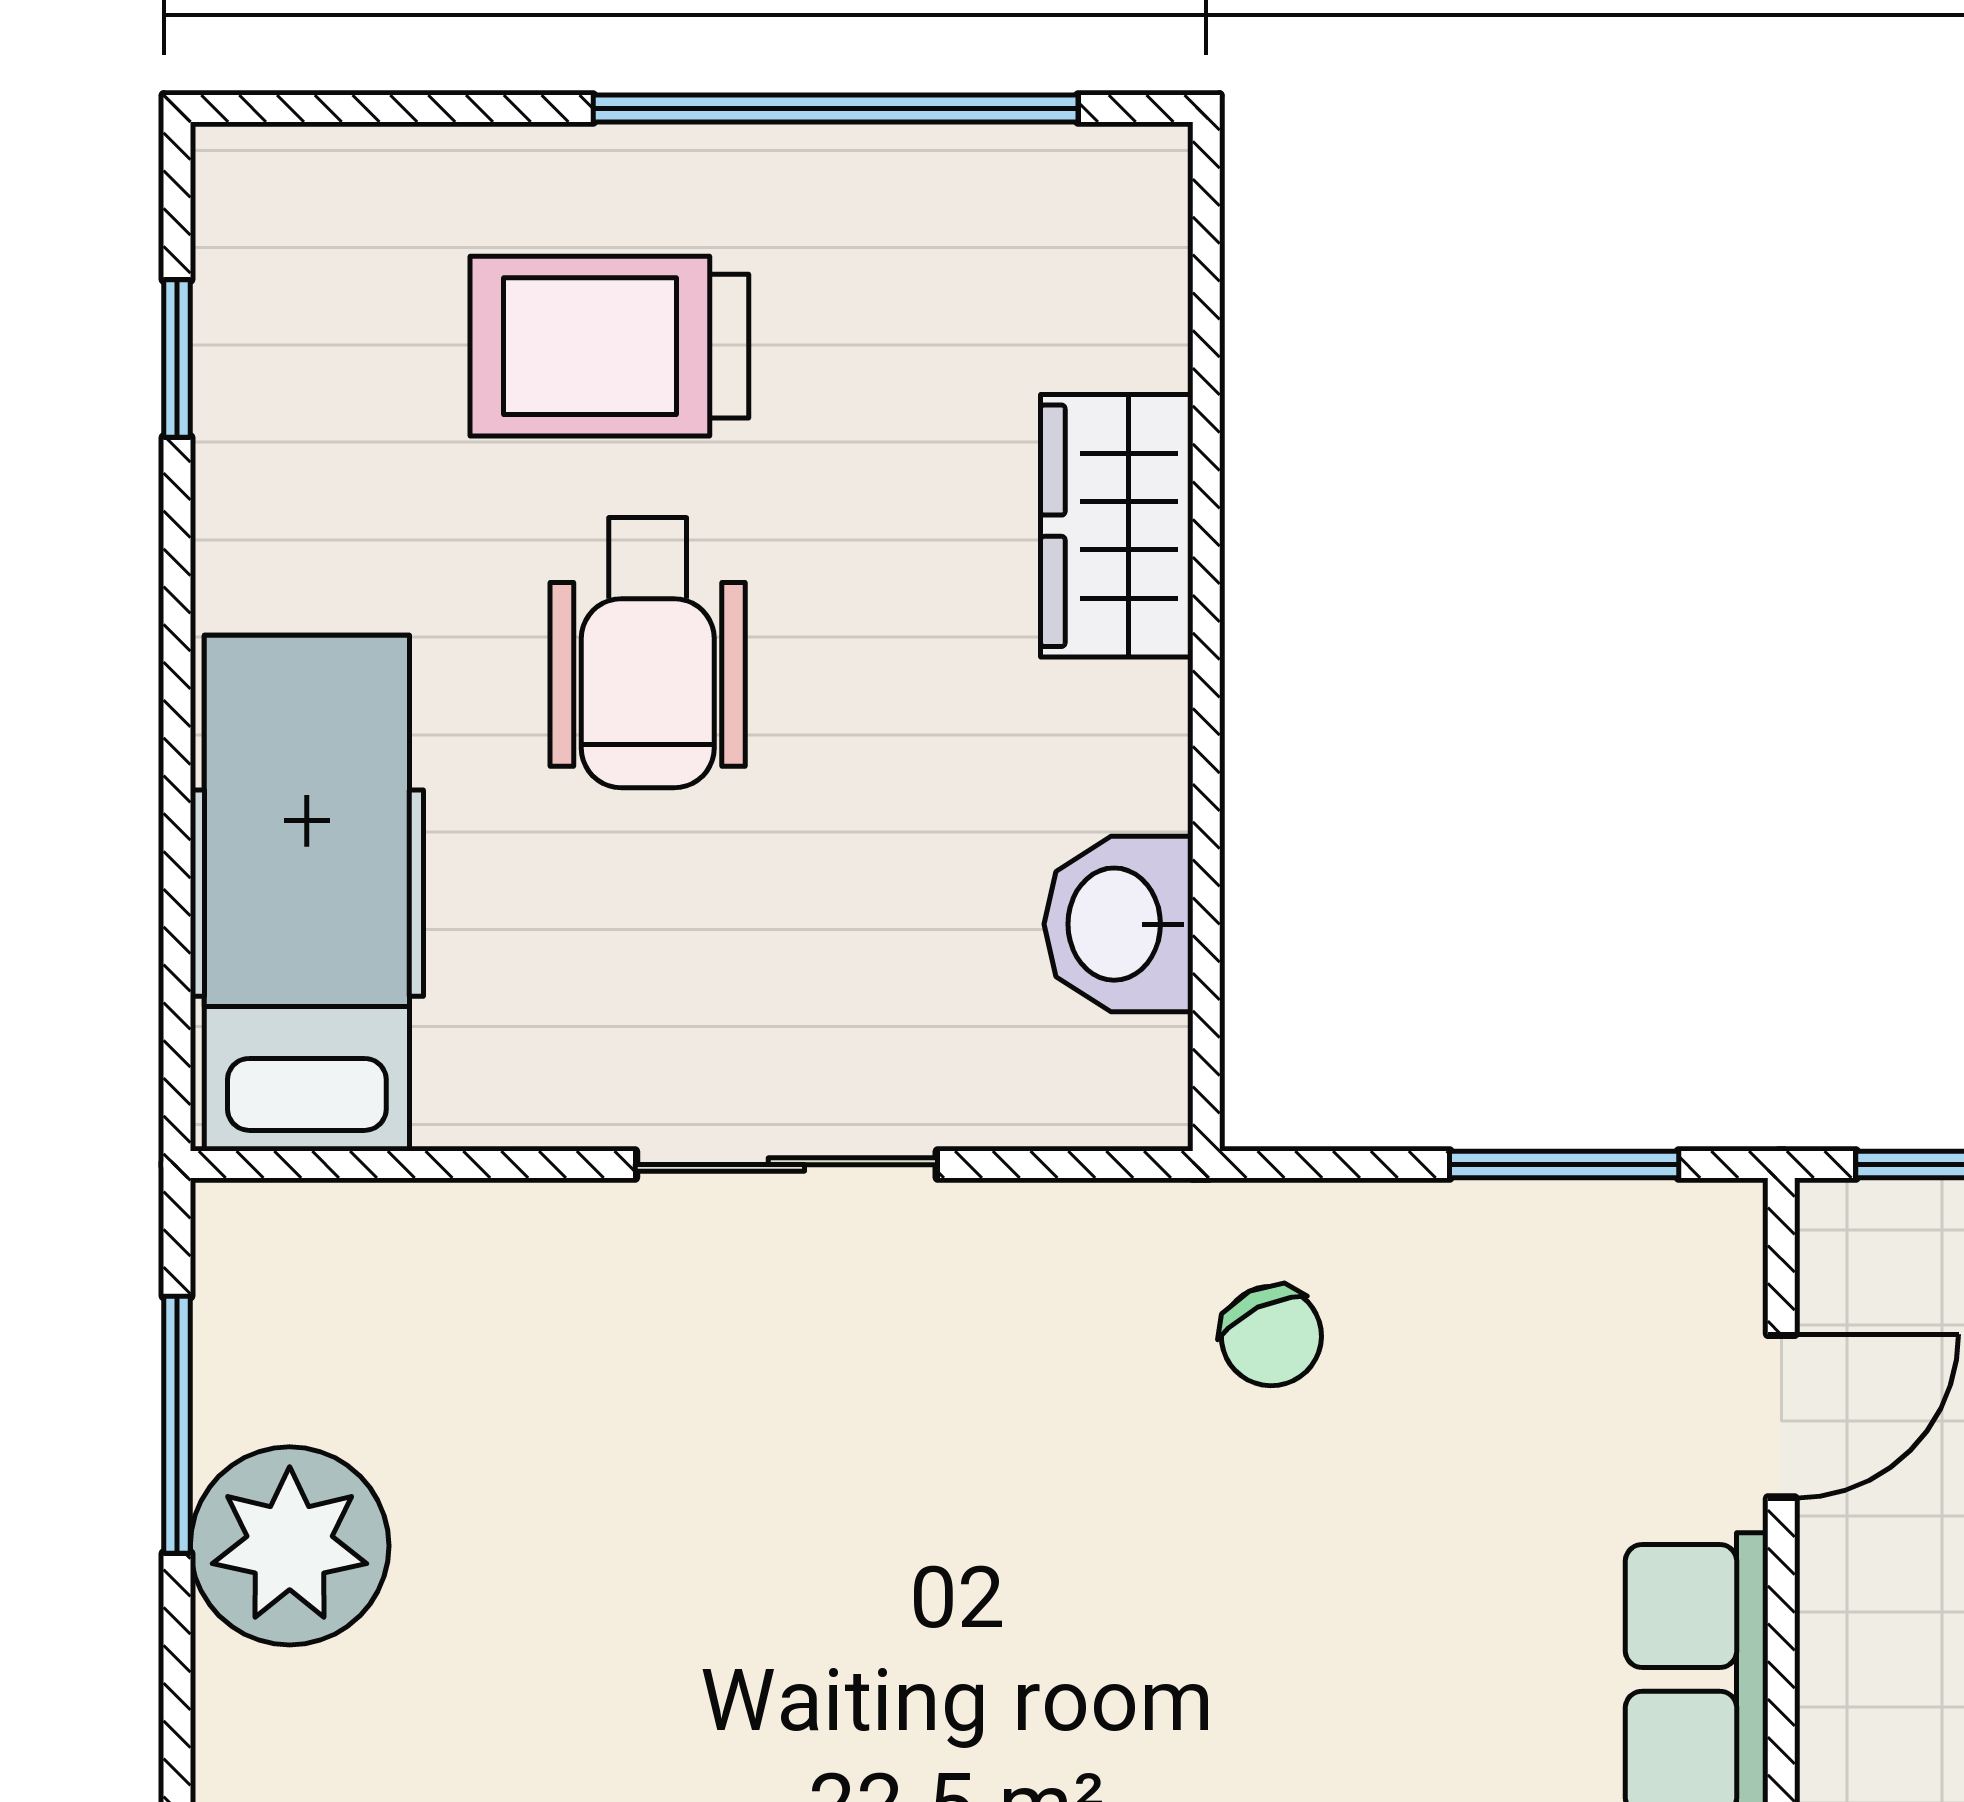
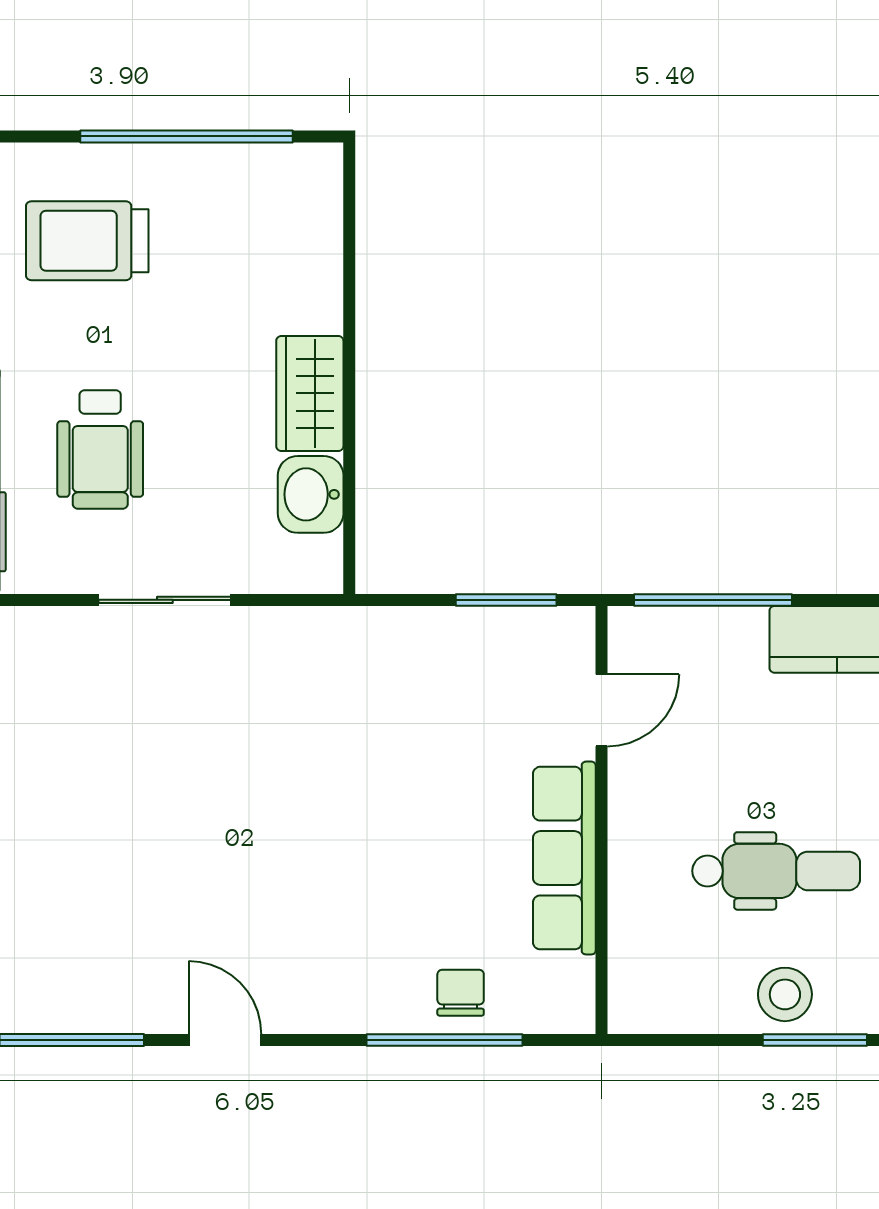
wardrobe: (1117, 526) -> (310, 393), moved
wheelchair: (648, 653) -> (100, 450), moved
chair: (1271, 1336) -> (378, 675), removed

